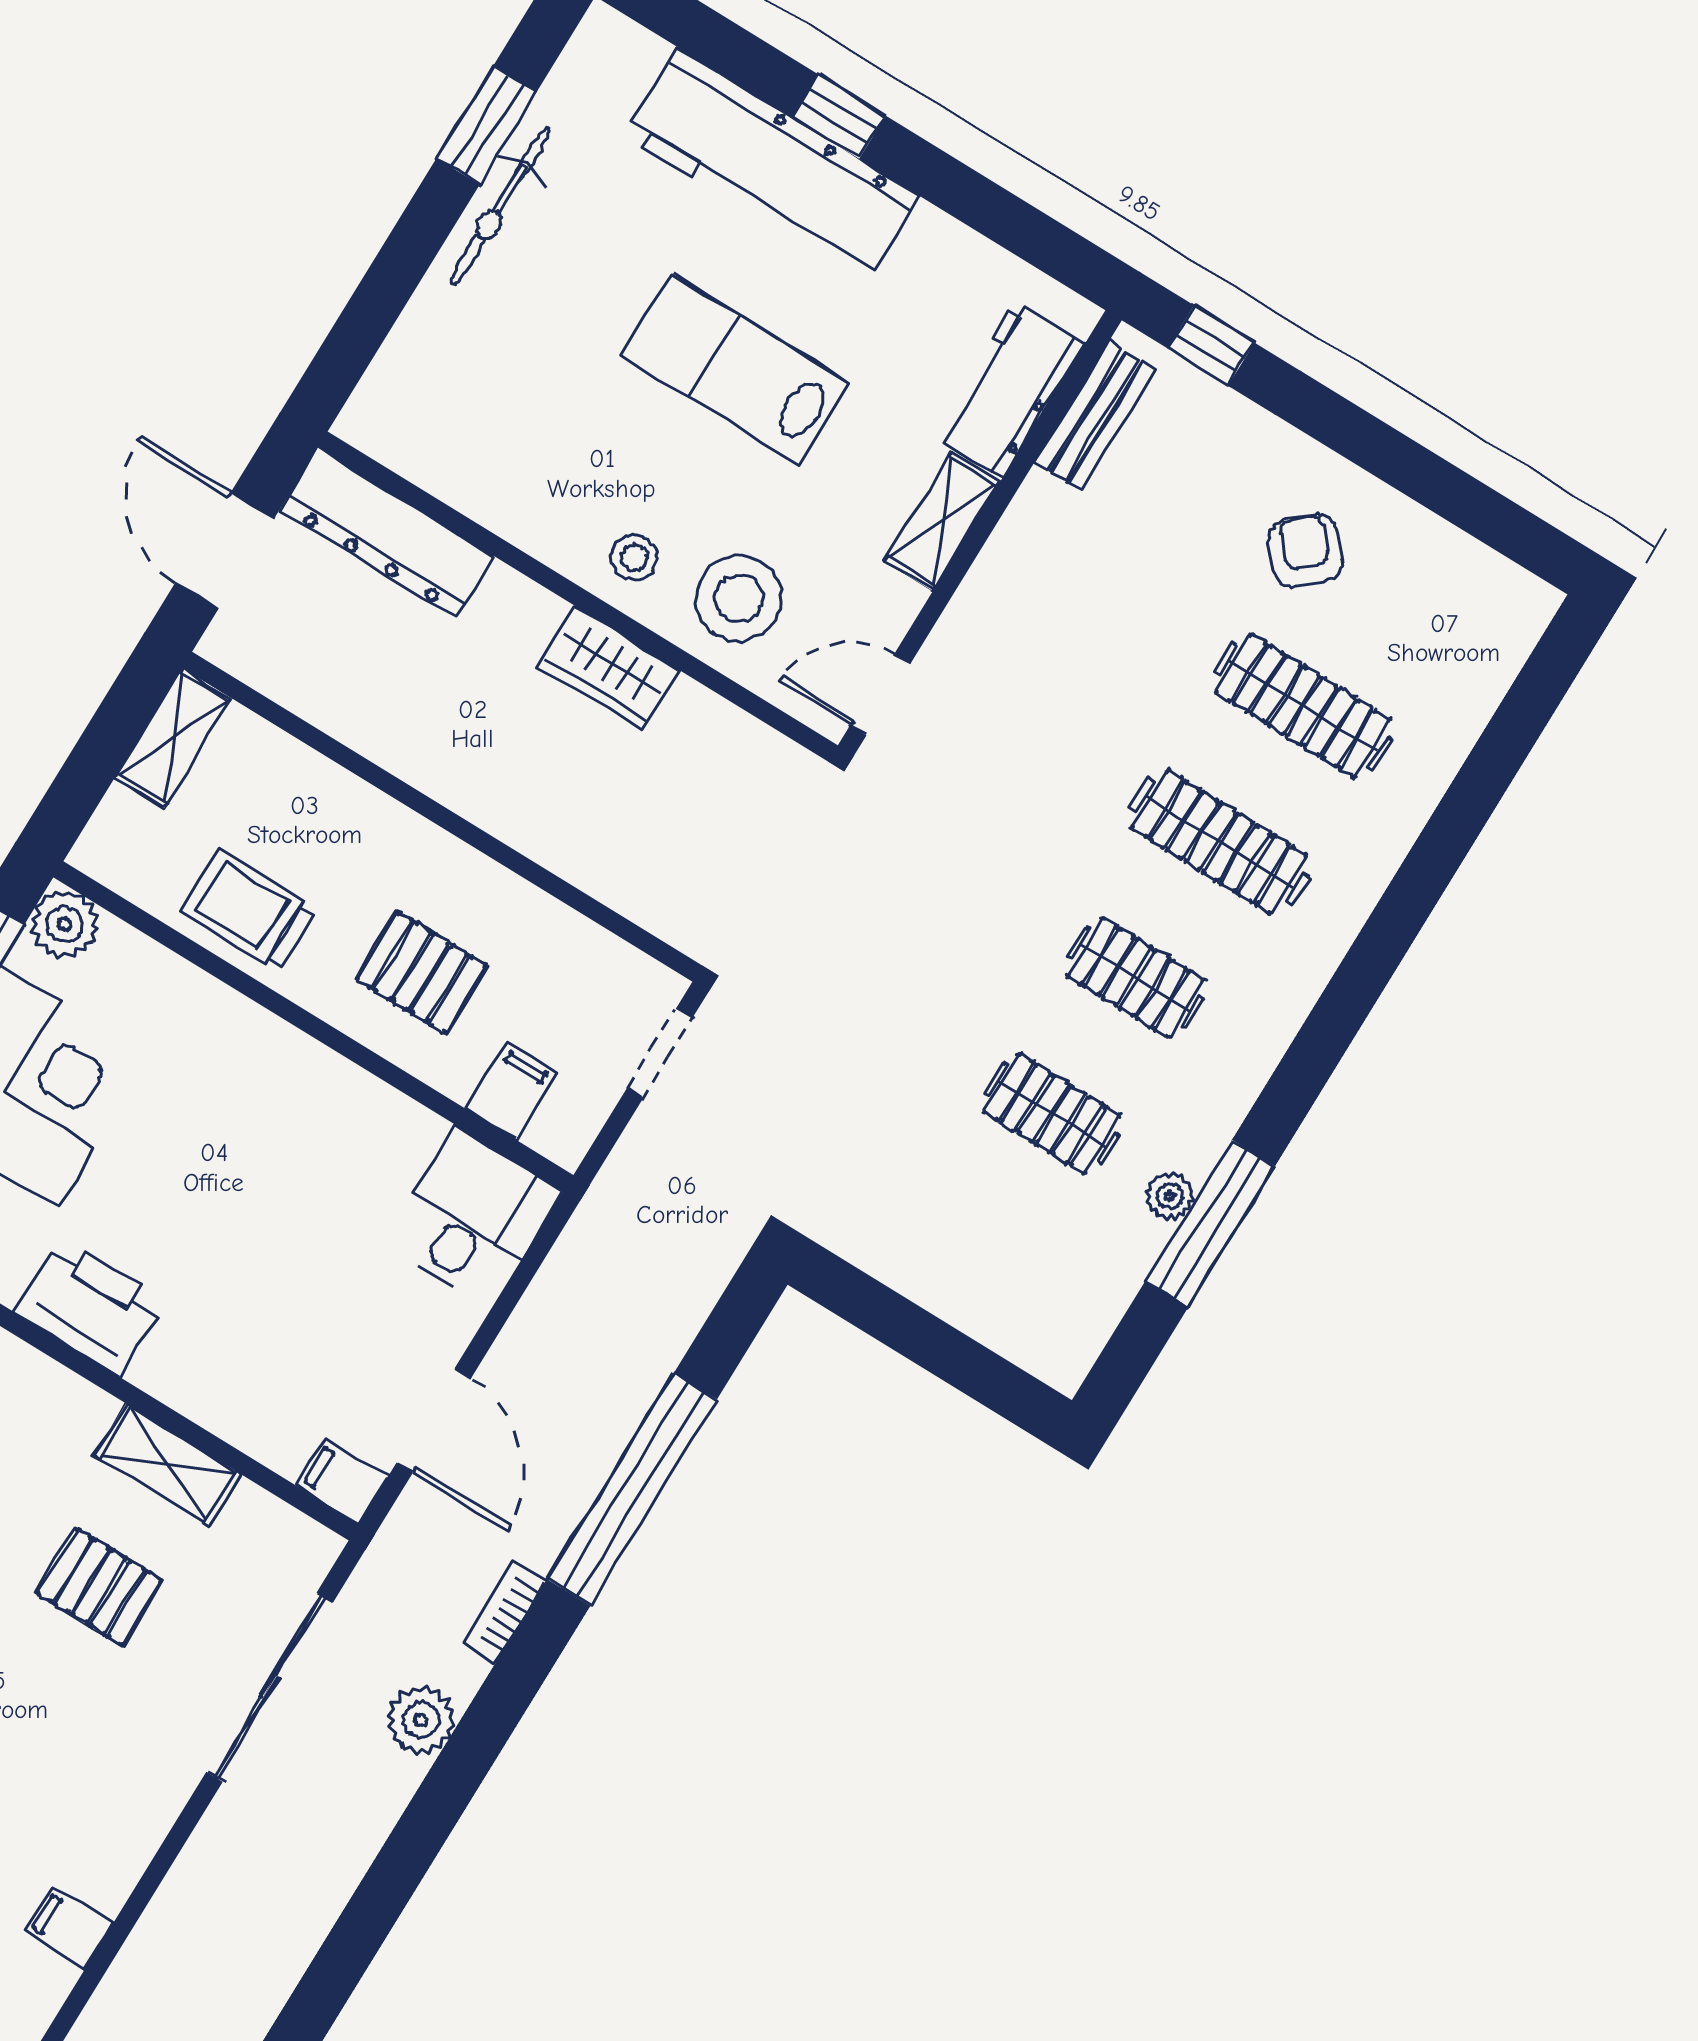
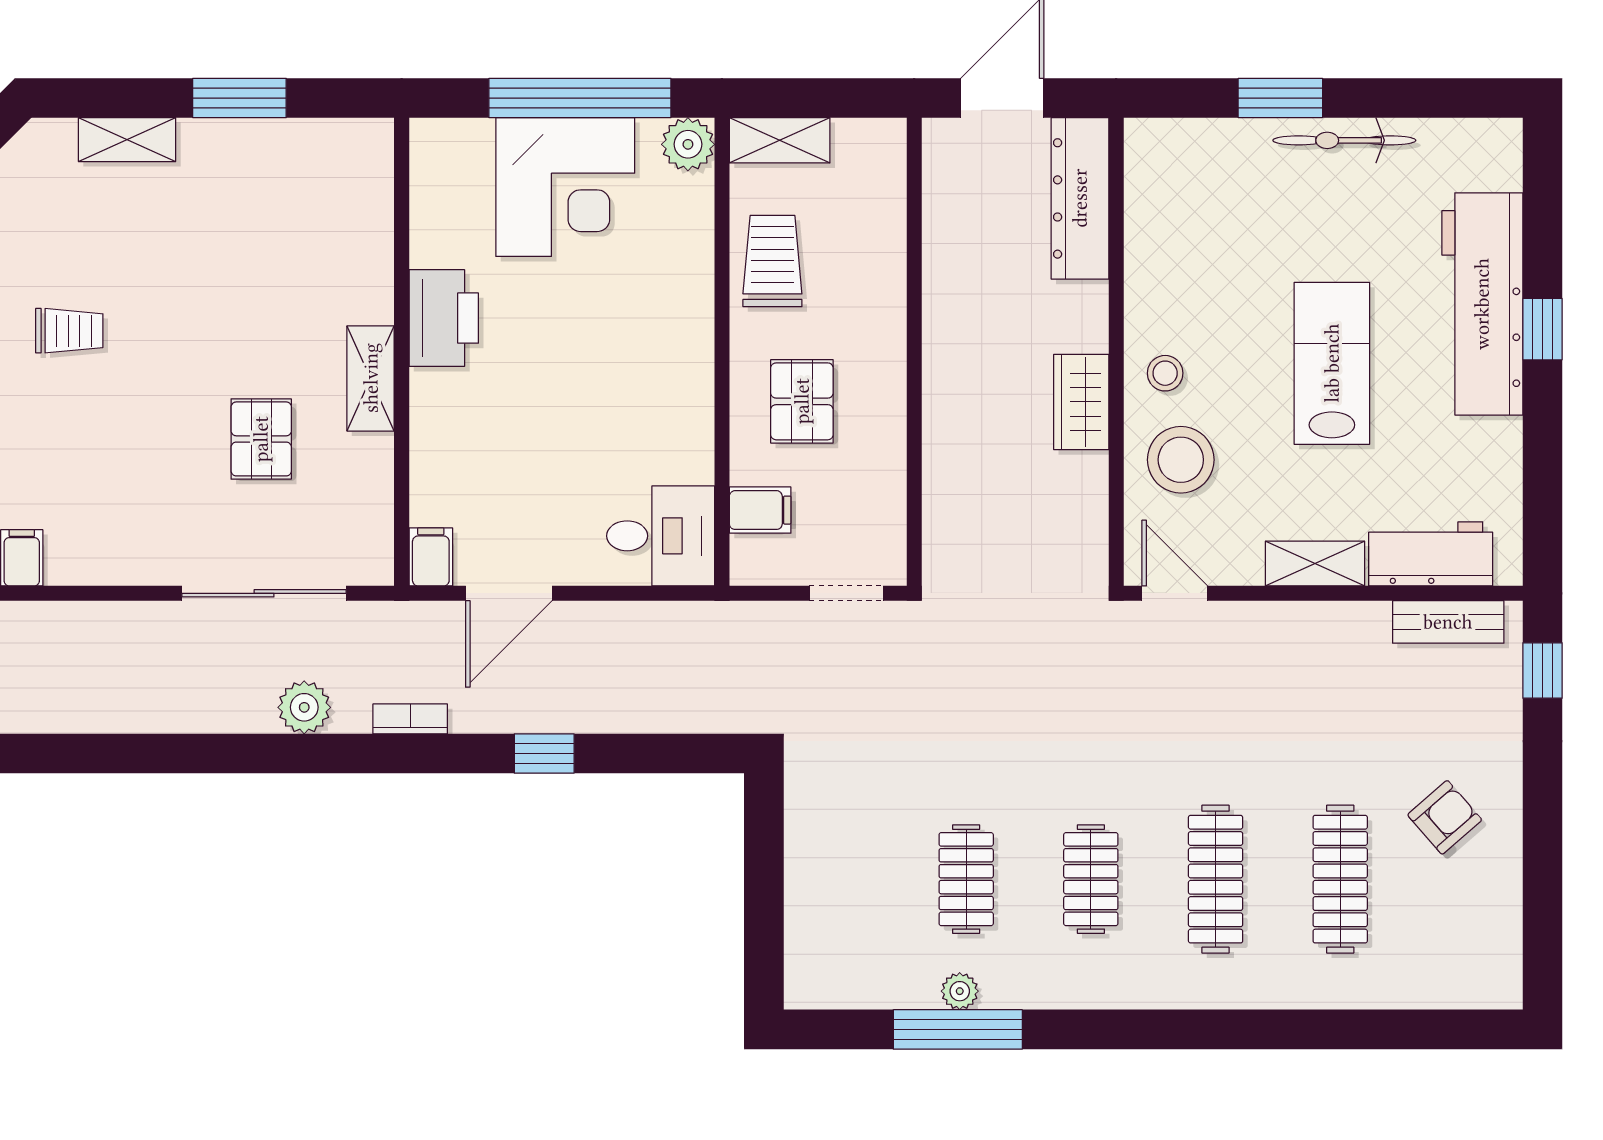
window: (486, 125) -> (1280, 98), moved
shelving: (173, 738) -> (780, 140), moved
shelving: (168, 1465) -> (371, 378), moved
window: (632, 1489) -> (544, 753), width x0.32

